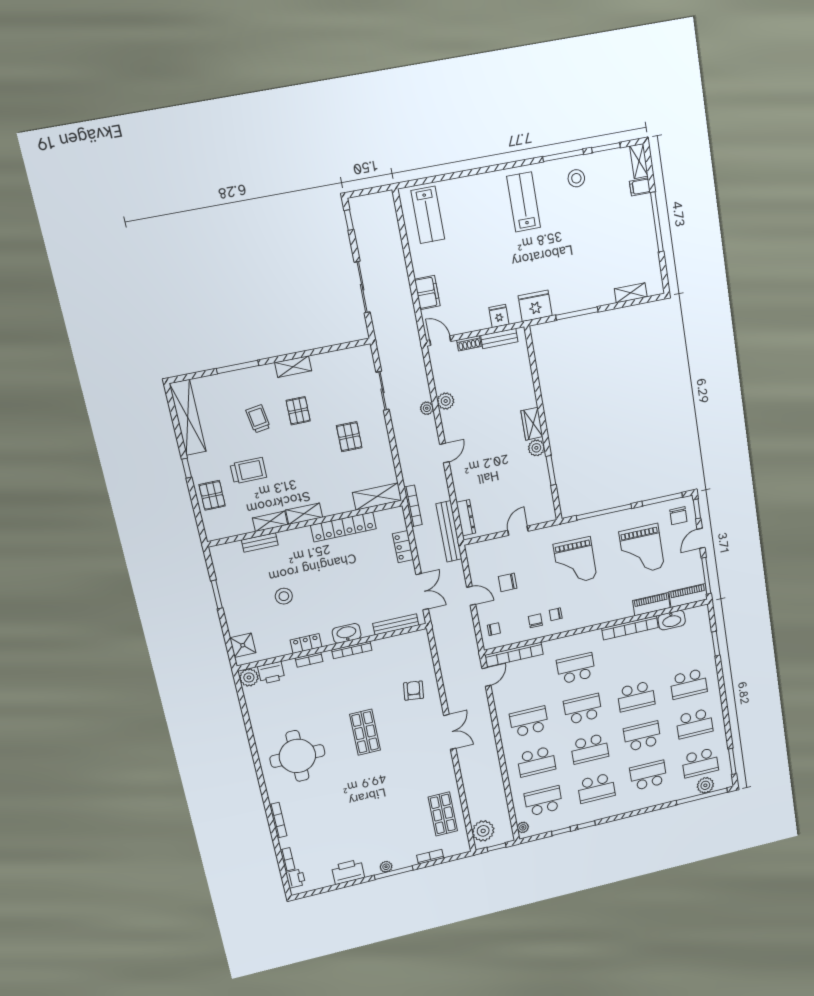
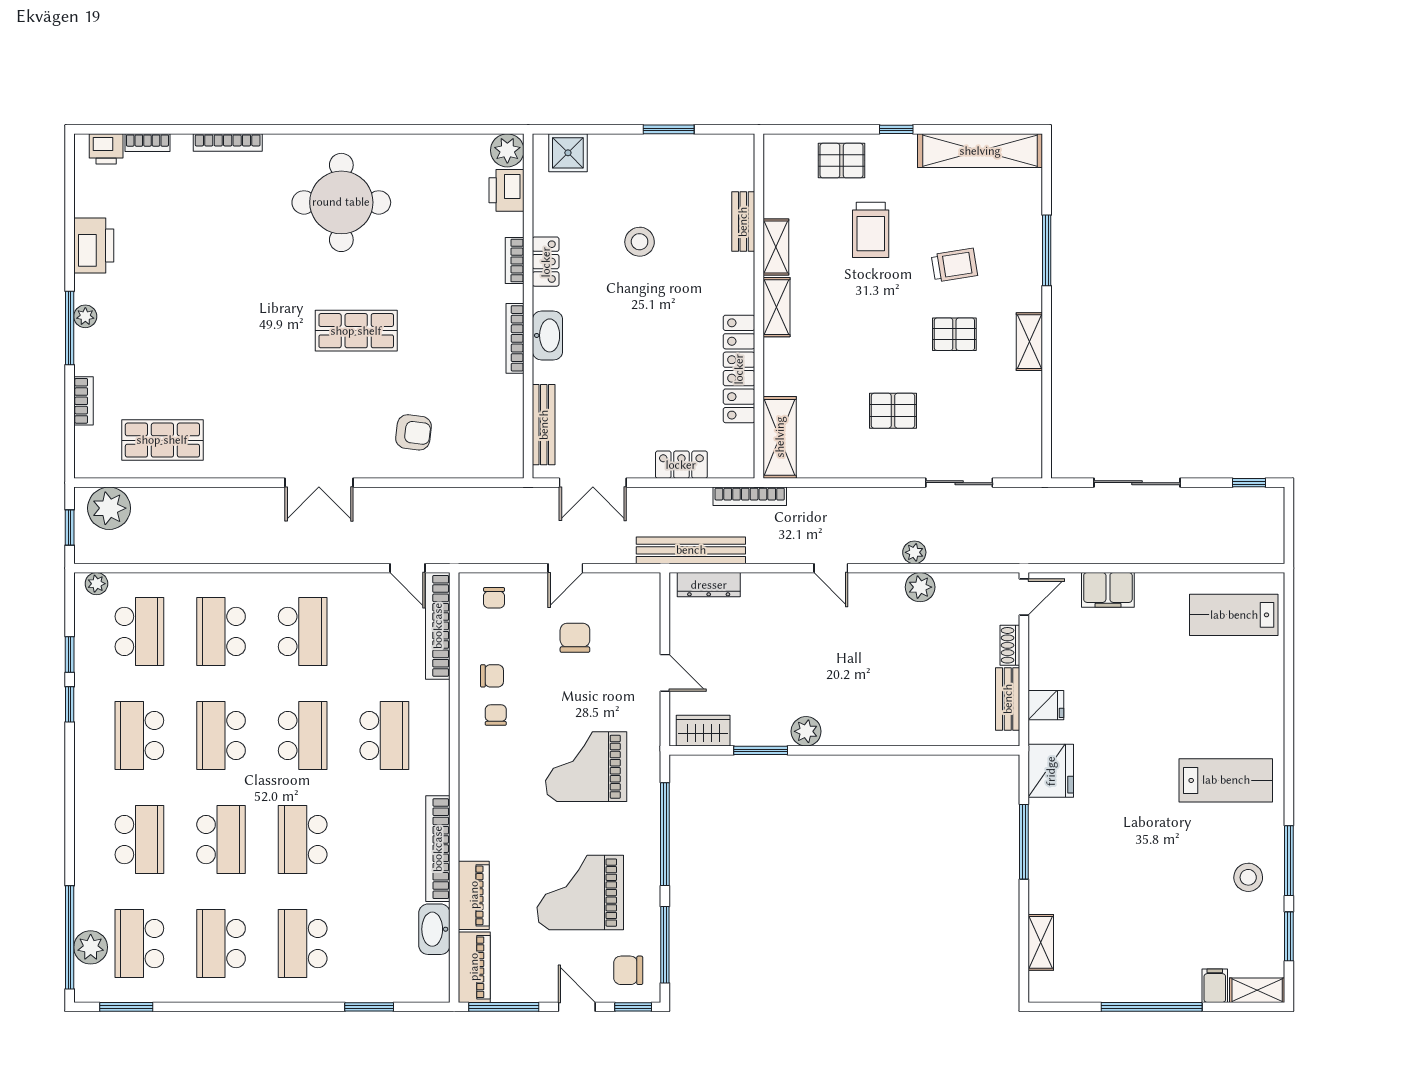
wardrobe: (532, 424) -> (703, 731), moved

